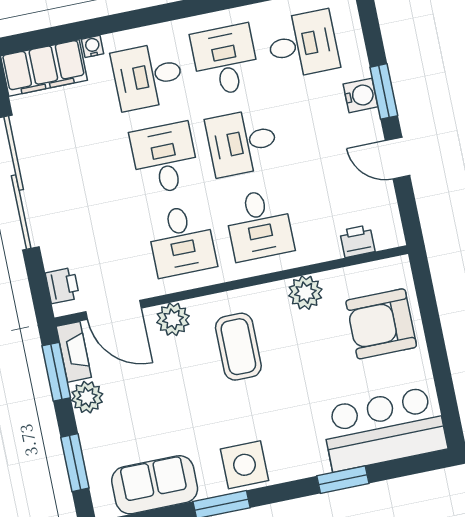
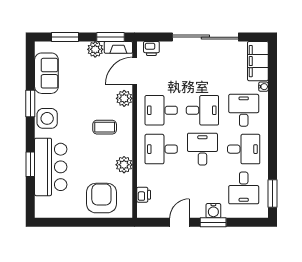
coffee table: (238, 347) -> (105, 127), width x0.73, depth x0.77
bar counter: (384, 429) -> (51, 167), moved

